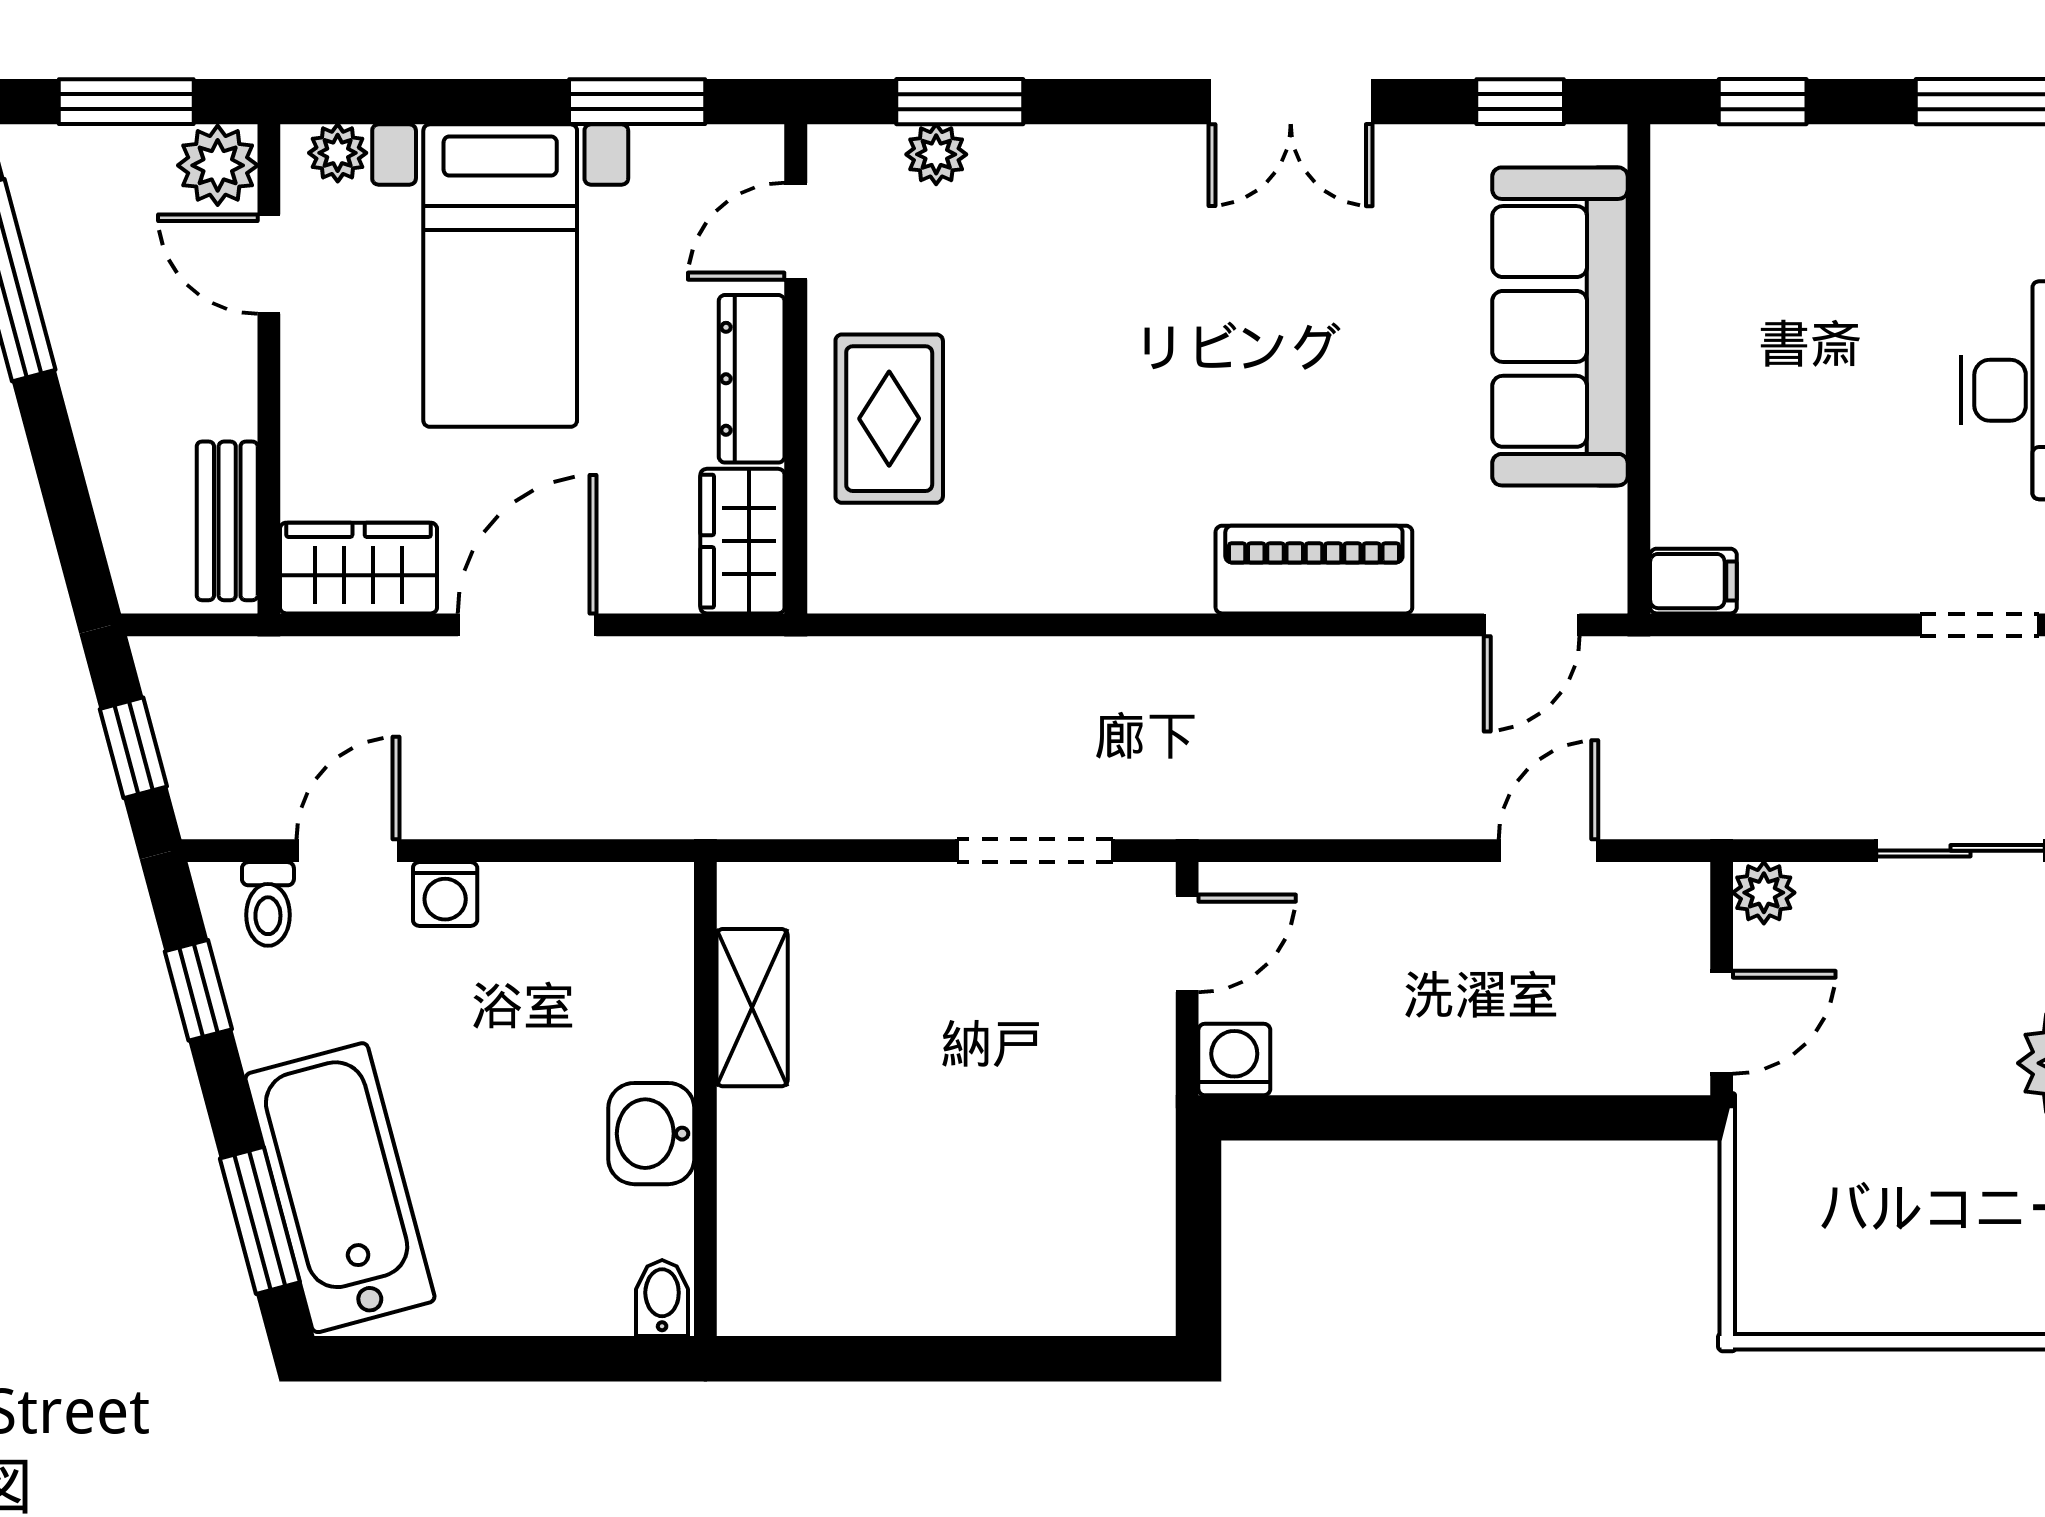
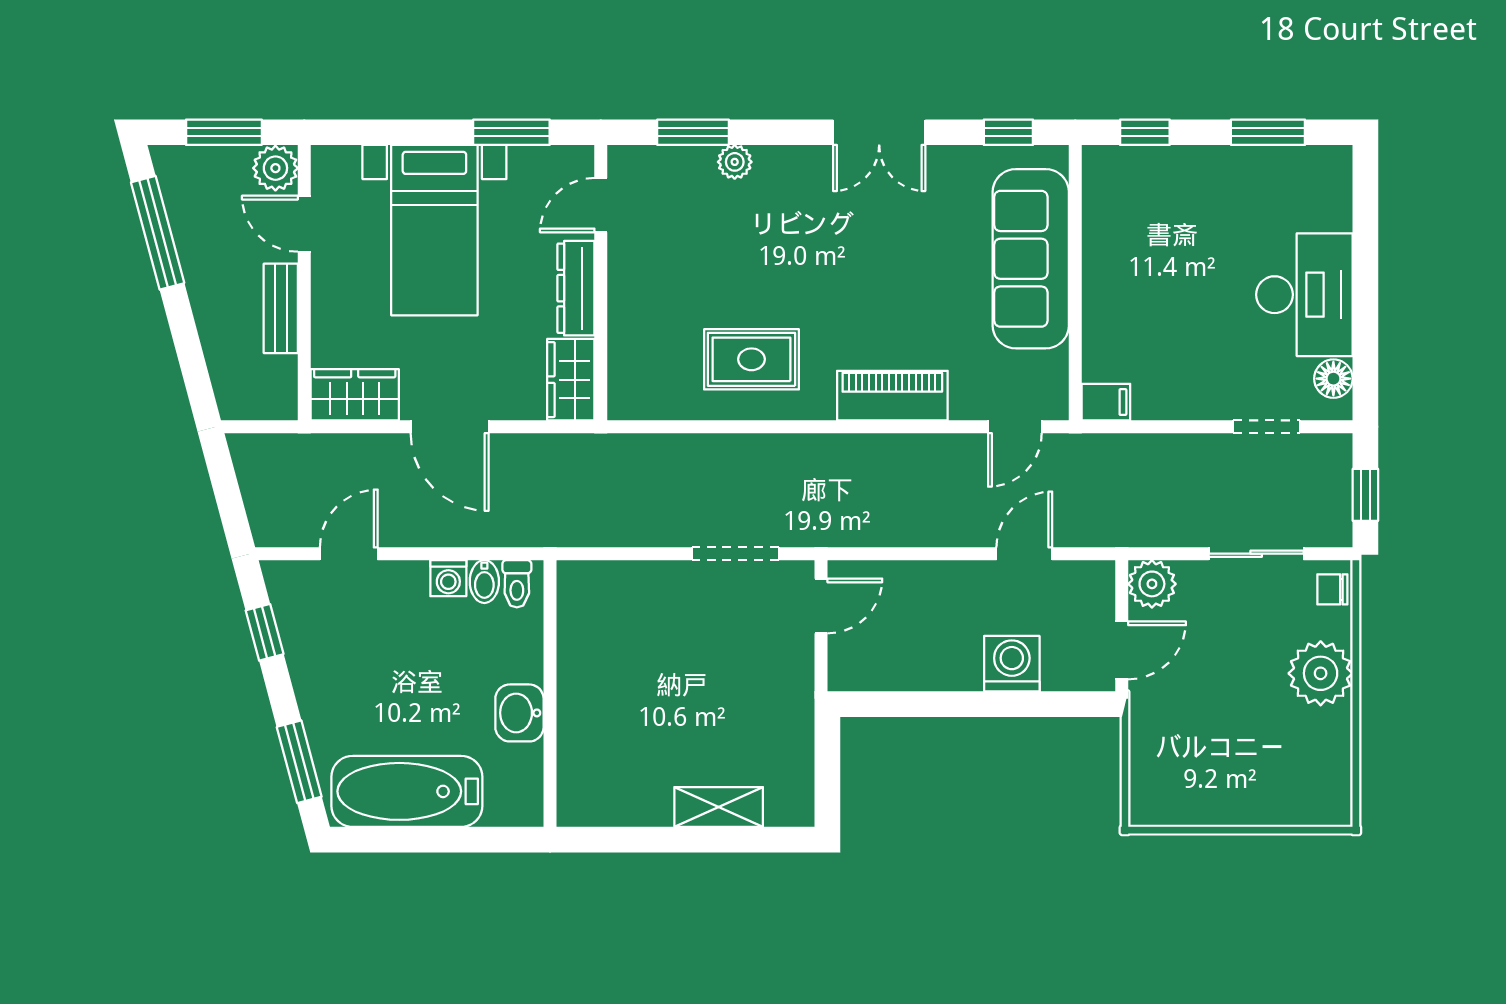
plant: (338, 153) -> (343, 161), removed
plant: (936, 154) -> (735, 162), moved
rug: (889, 419) -> (751, 359), moved, turned 90
bench: (227, 521) -> (281, 308), moved
door: (527, 625) -> (450, 427), swing flipped
window: (133, 748) -> (228, 496), removed
plant: (1764, 893) -> (1152, 584), width x1.38, depth x1.38
washing machine: (445, 894) -> (448, 578), moved
toilet: (268, 904) -> (517, 584), moved
shelving: (752, 1008) -> (719, 807), moved, turned 90
washing machine: (1234, 1059) -> (1012, 664), moved, width x1.38, depth x1.38
bathtub: (340, 1188) -> (407, 791), moved, turned -75
bidet: (662, 1298) -> (484, 582), moved, turned 180

